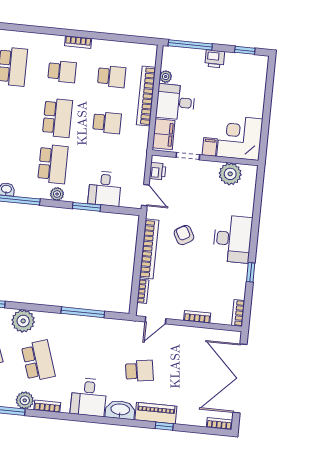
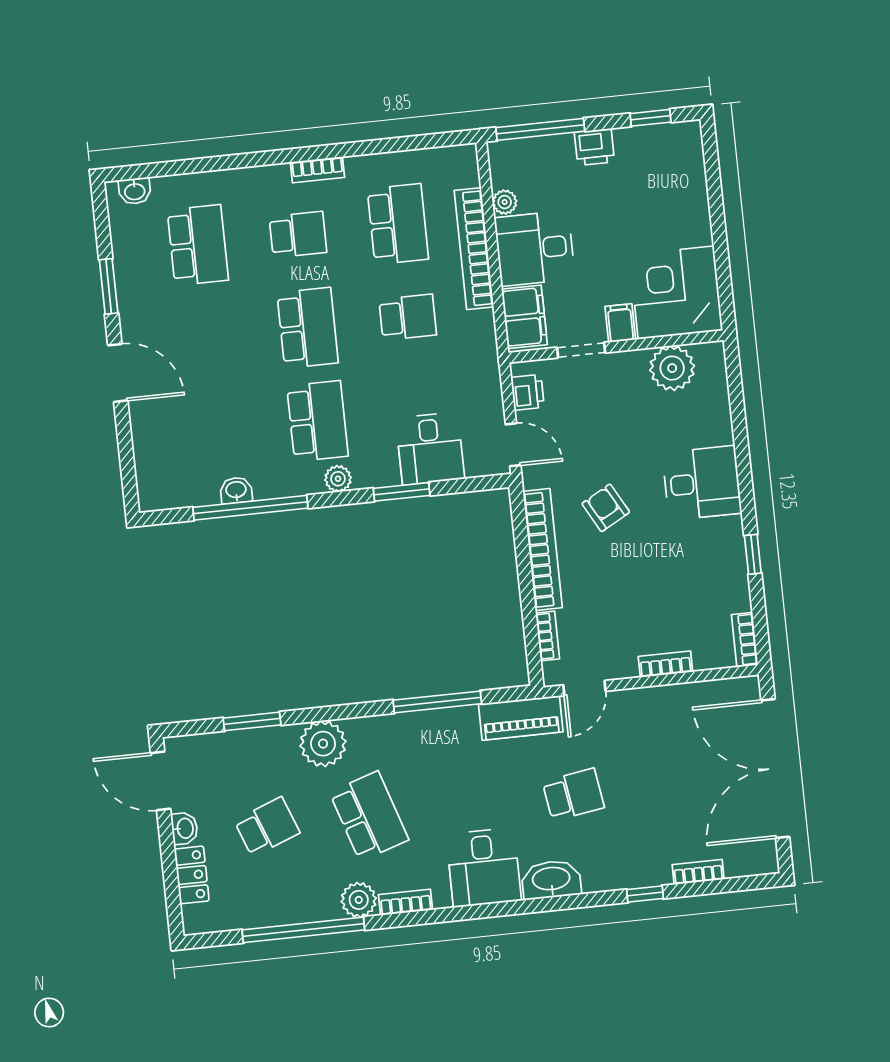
school desk: (112, 77) -> (398, 224), width x1.85
desk: (232, 239) -> (702, 483), width x0.73
piano: (156, 413) -> (521, 718), moved, turned 180
bookcase: (219, 424) -> (698, 872), moved

